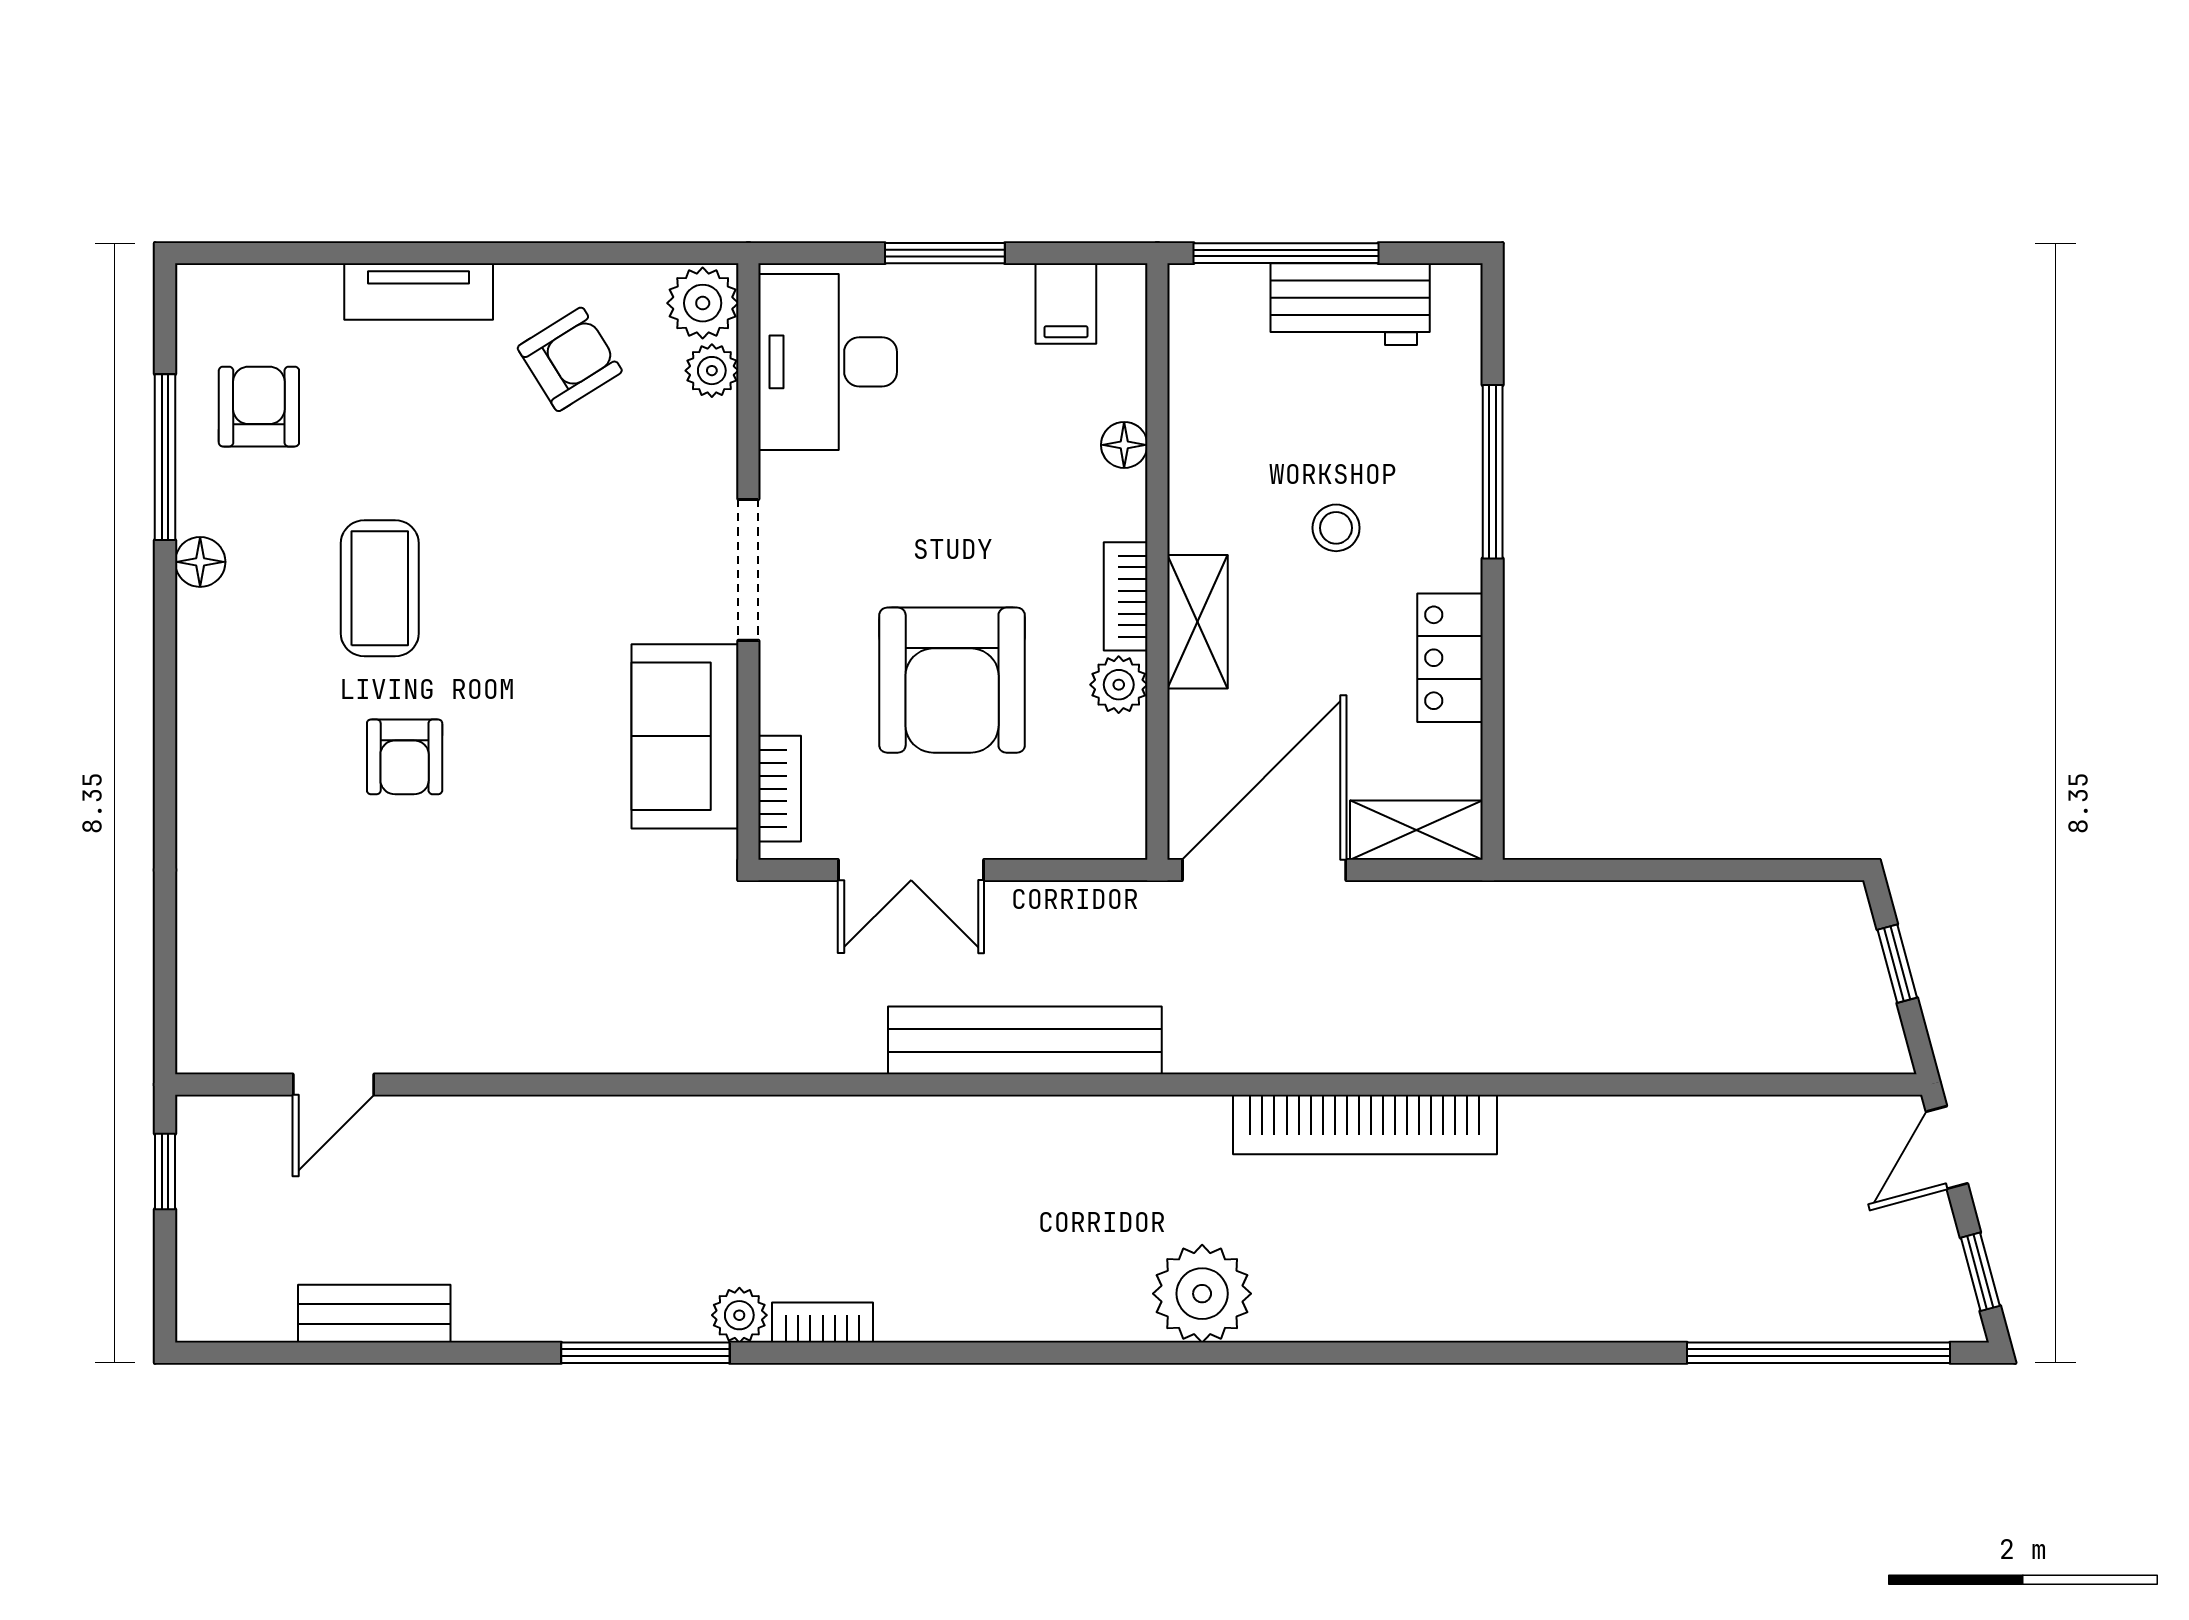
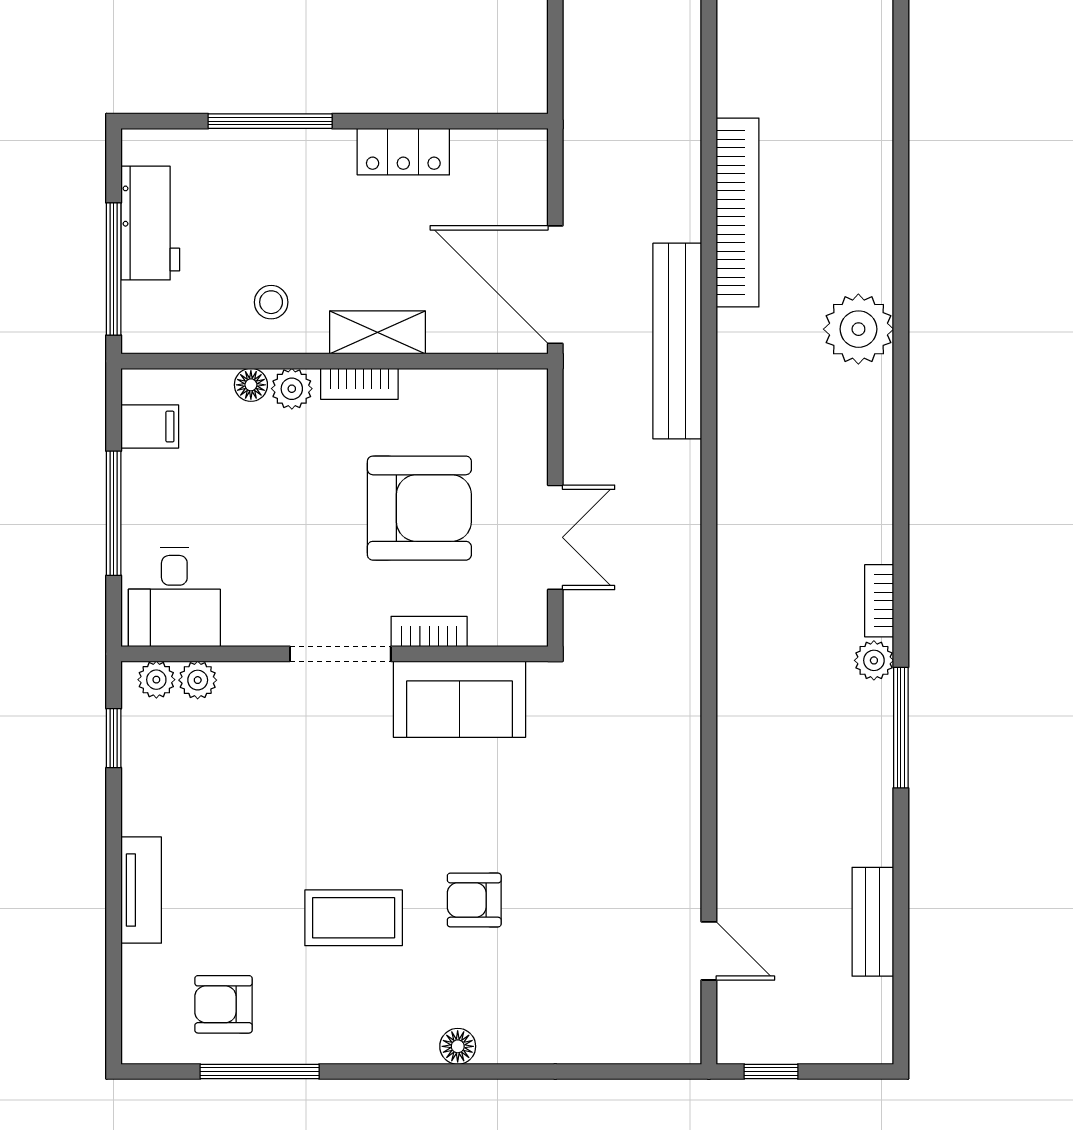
window: (631, 253) -> (114, 738), added
window: (945, 253) -> (114, 513), width x1.44
plant: (703, 303) -> (156, 680), width x0.73, depth x0.73
armchair: (570, 359) -> (190, 782), removed
desk: (828, 362) -> (174, 597), width x0.73
stool: (1336, 528) -> (271, 302), moved
floor lamp: (200, 562) -> (458, 1046), moved
plant: (1119, 685) -> (292, 389), moved
armchair: (405, 757) -> (474, 900), turned 180
bookcase: (780, 789) -> (429, 631), moved
shelving: (1416, 830) -> (527, 176), removed
bench: (1025, 1040) -> (677, 341), moved

